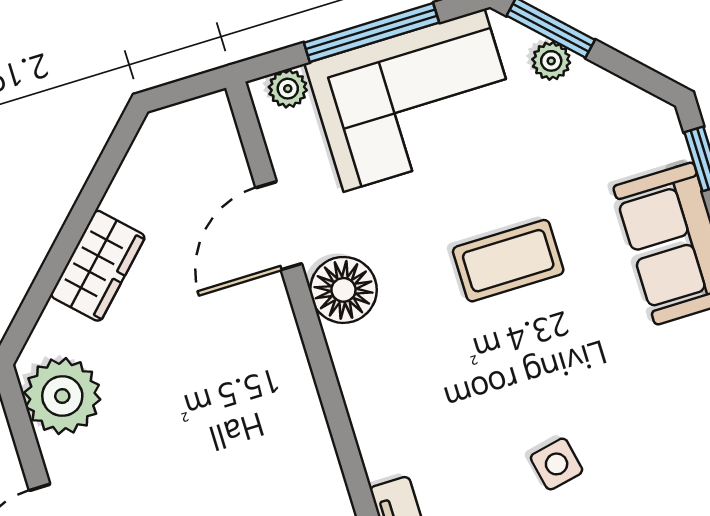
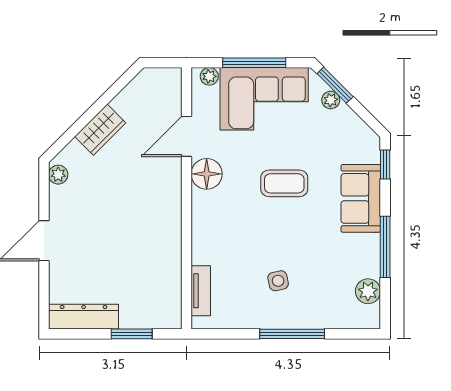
plant: (62, 396) -> (58, 175), width x0.53, depth x0.53

